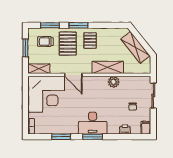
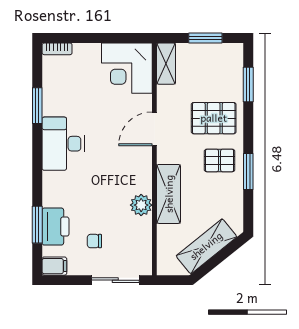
window: (78, 25) -> (248, 171), moved
trolley: (45, 42) -> (217, 76), removed
corner desk: (46, 94) -> (127, 68), width x0.74, depth x0.74
desk: (93, 123) -> (63, 144), moved
printer: (125, 129) -> (55, 227), width x1.87, depth x1.48
window: (93, 137) -> (37, 225), moved

